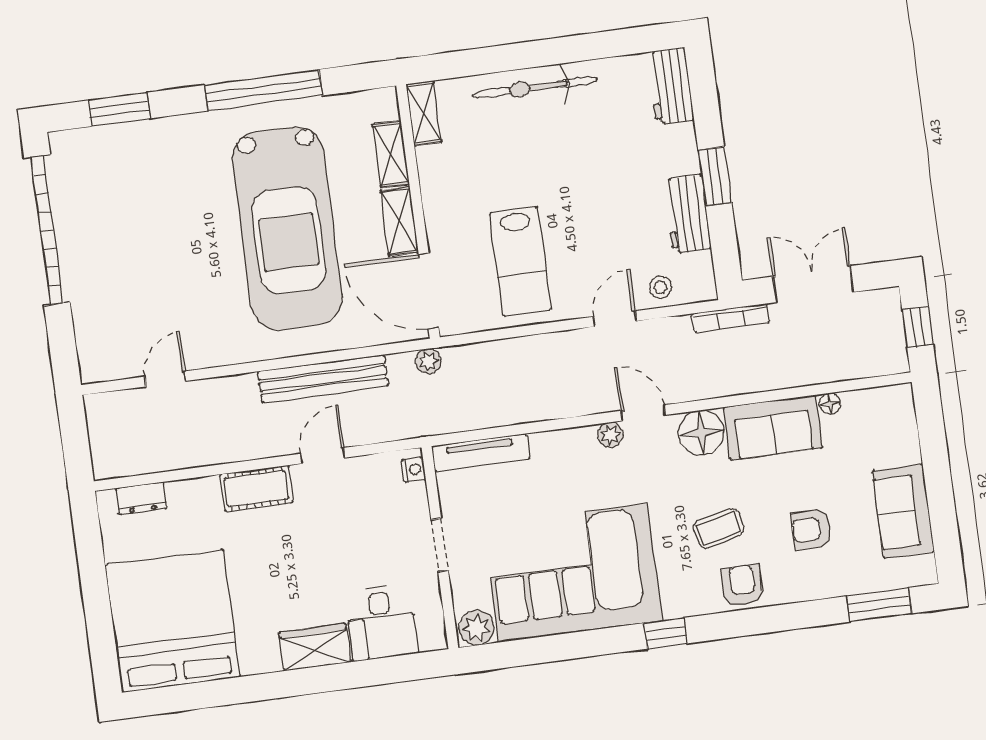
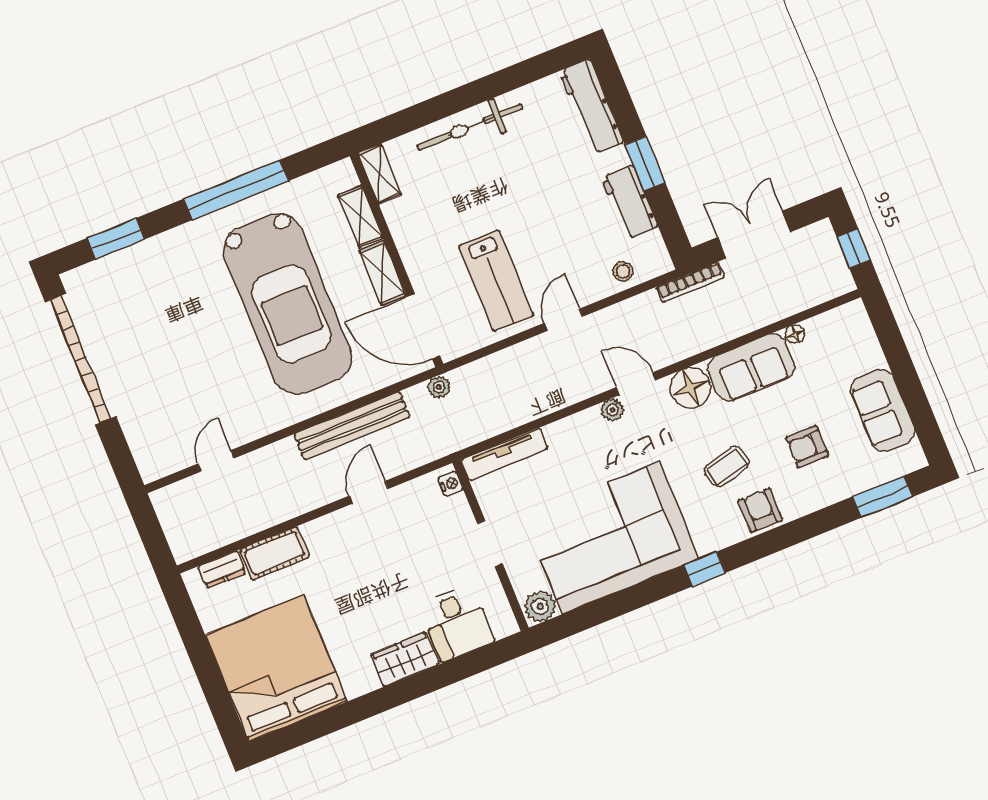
workbench: (671, 86) -> (591, 107), width x1.38
door: (615, 319) -> (564, 320), moved
cot: (256, 488) -> (275, 553), moved

